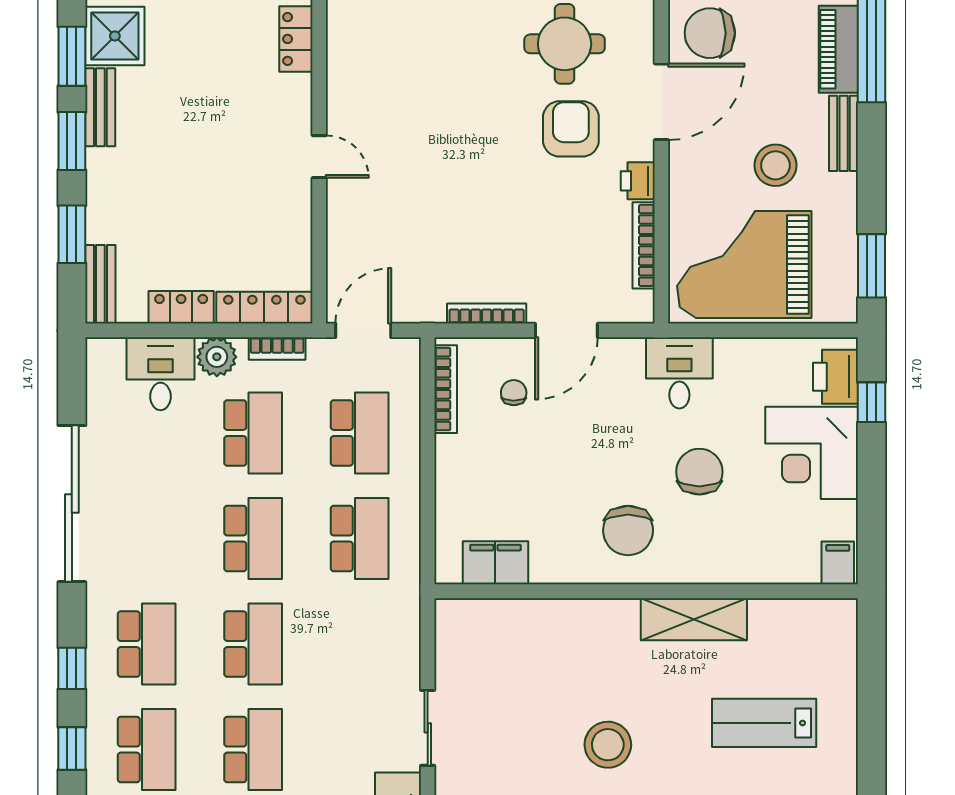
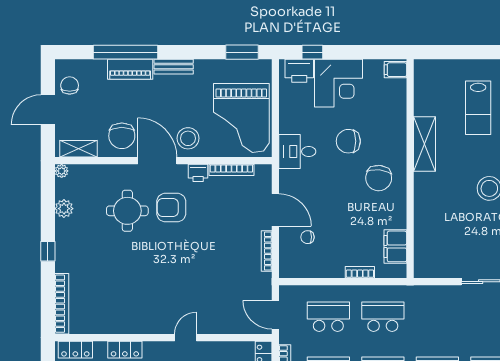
stool: (775, 165) -> (188, 138), moved
bookcase: (446, 389) -> (360, 272), moved, width x0.64
chair: (628, 530) -> (379, 178), turned 96

